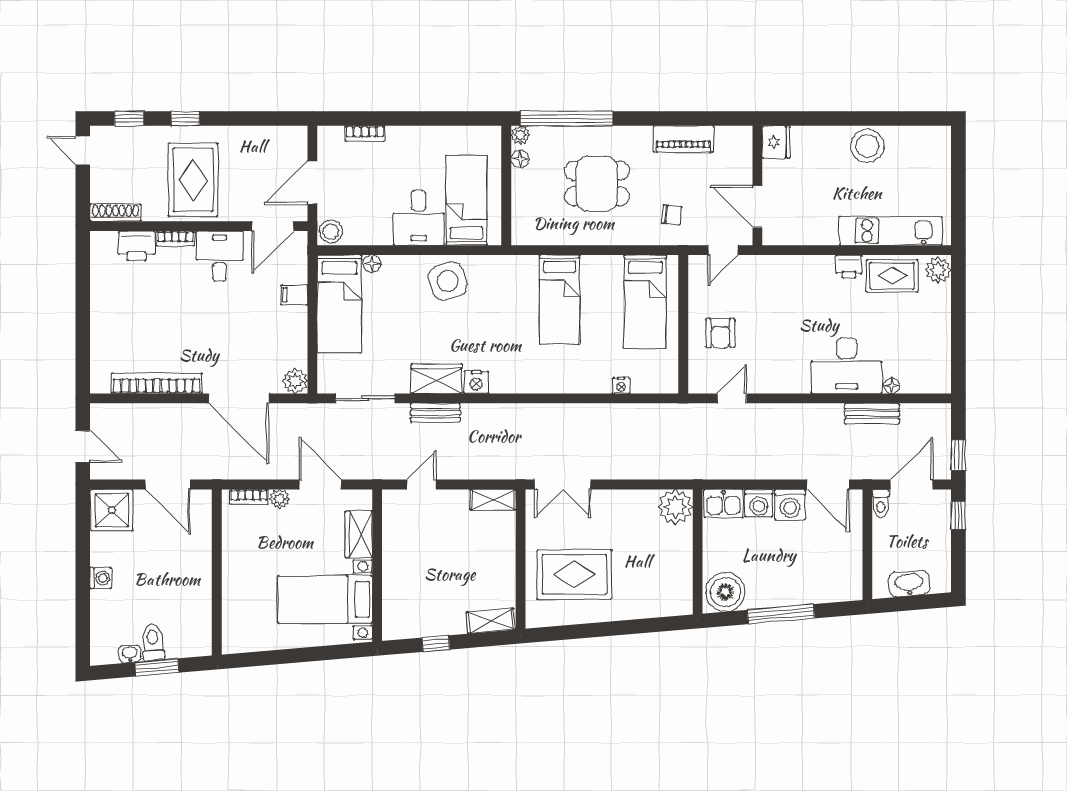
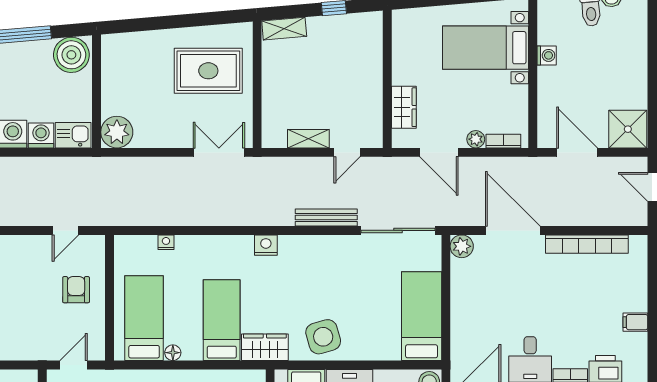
floor lamp: (372, 264) -> (173, 353), moved
filing cabinet: (294, 295) -> (635, 322), moved, turned 180
wardrobe: (436, 379) -> (265, 347), moved, turned 180
nightstand: (476, 382) -> (266, 245), moved
sliding door: (365, 398) -> (398, 230), width x1.37
bench: (435, 413) -> (326, 217), width x1.36
shelving: (493, 500) -> (308, 139), moved
washing machine: (101, 578) -> (547, 55), moved, turned 180
bed with nightstands: (325, 599) -> (485, 48), moved, turned 180

